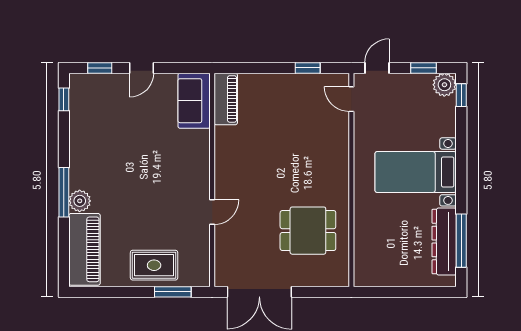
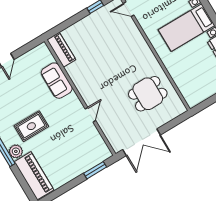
sofa: (194, 101) -> (57, 81), moved
rug: (154, 265) -> (31, 126), moved

